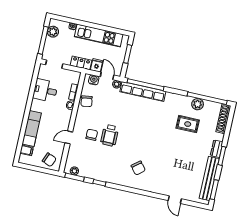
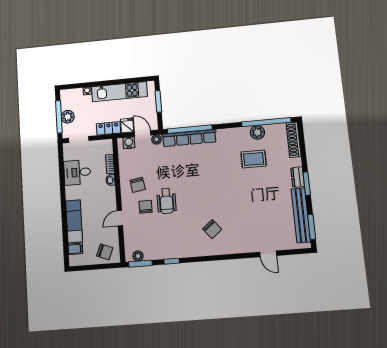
plant: (53, 32) -> (68, 117), moved
chair: (87, 101) -> (138, 185), moved

